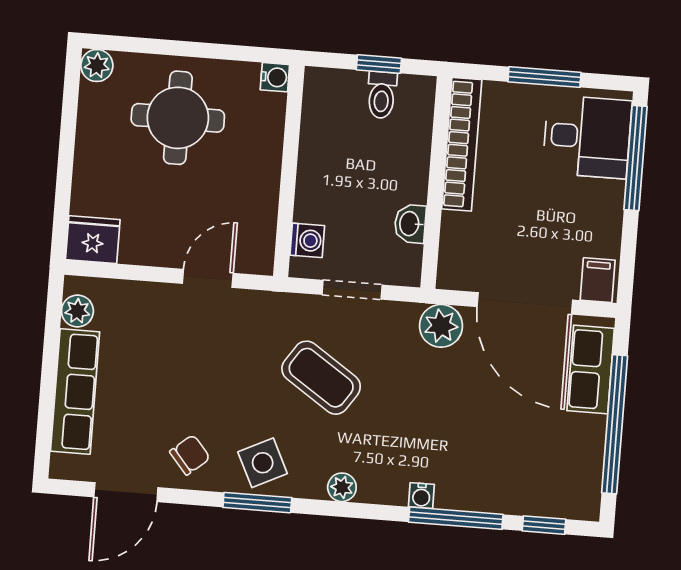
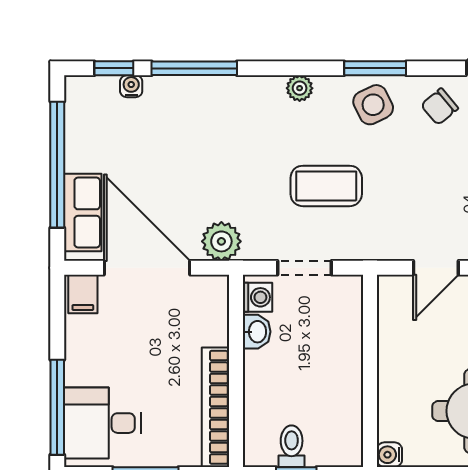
washing machine: (307, 240) -> (258, 297), moved, turned 180
coffee table: (321, 378) -> (326, 186), turned -34
water cooler: (421, 496) -> (131, 86), moved

